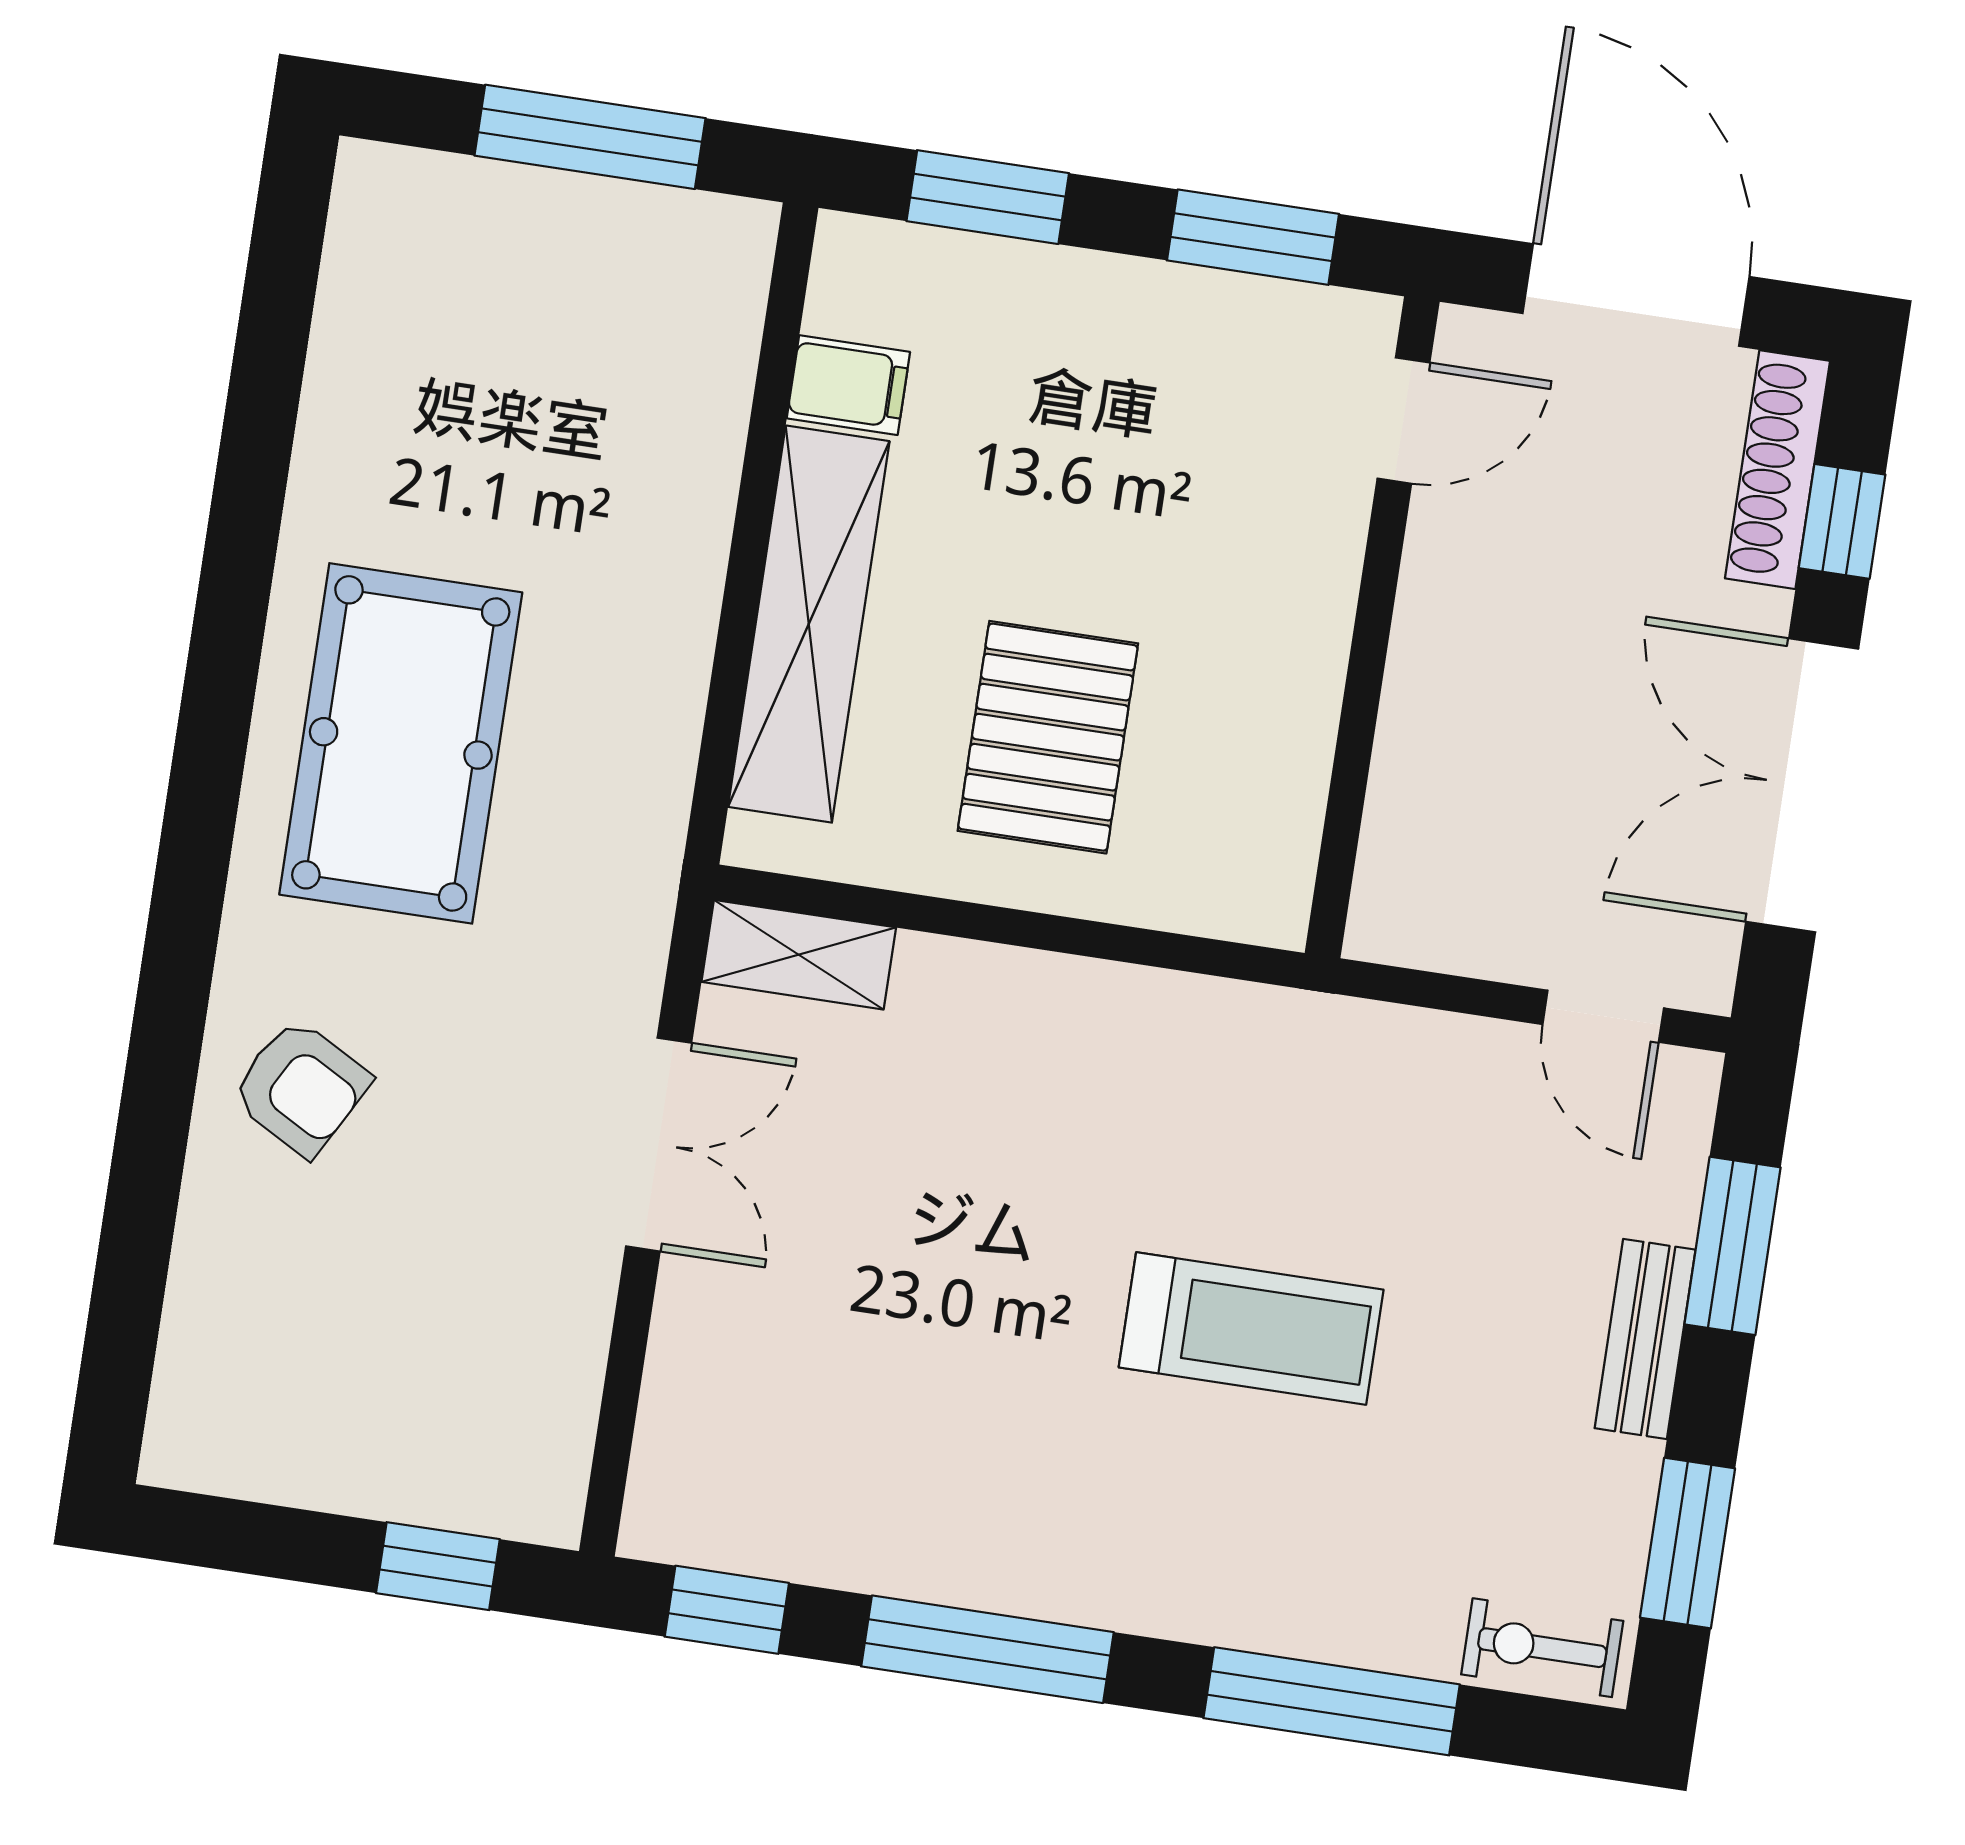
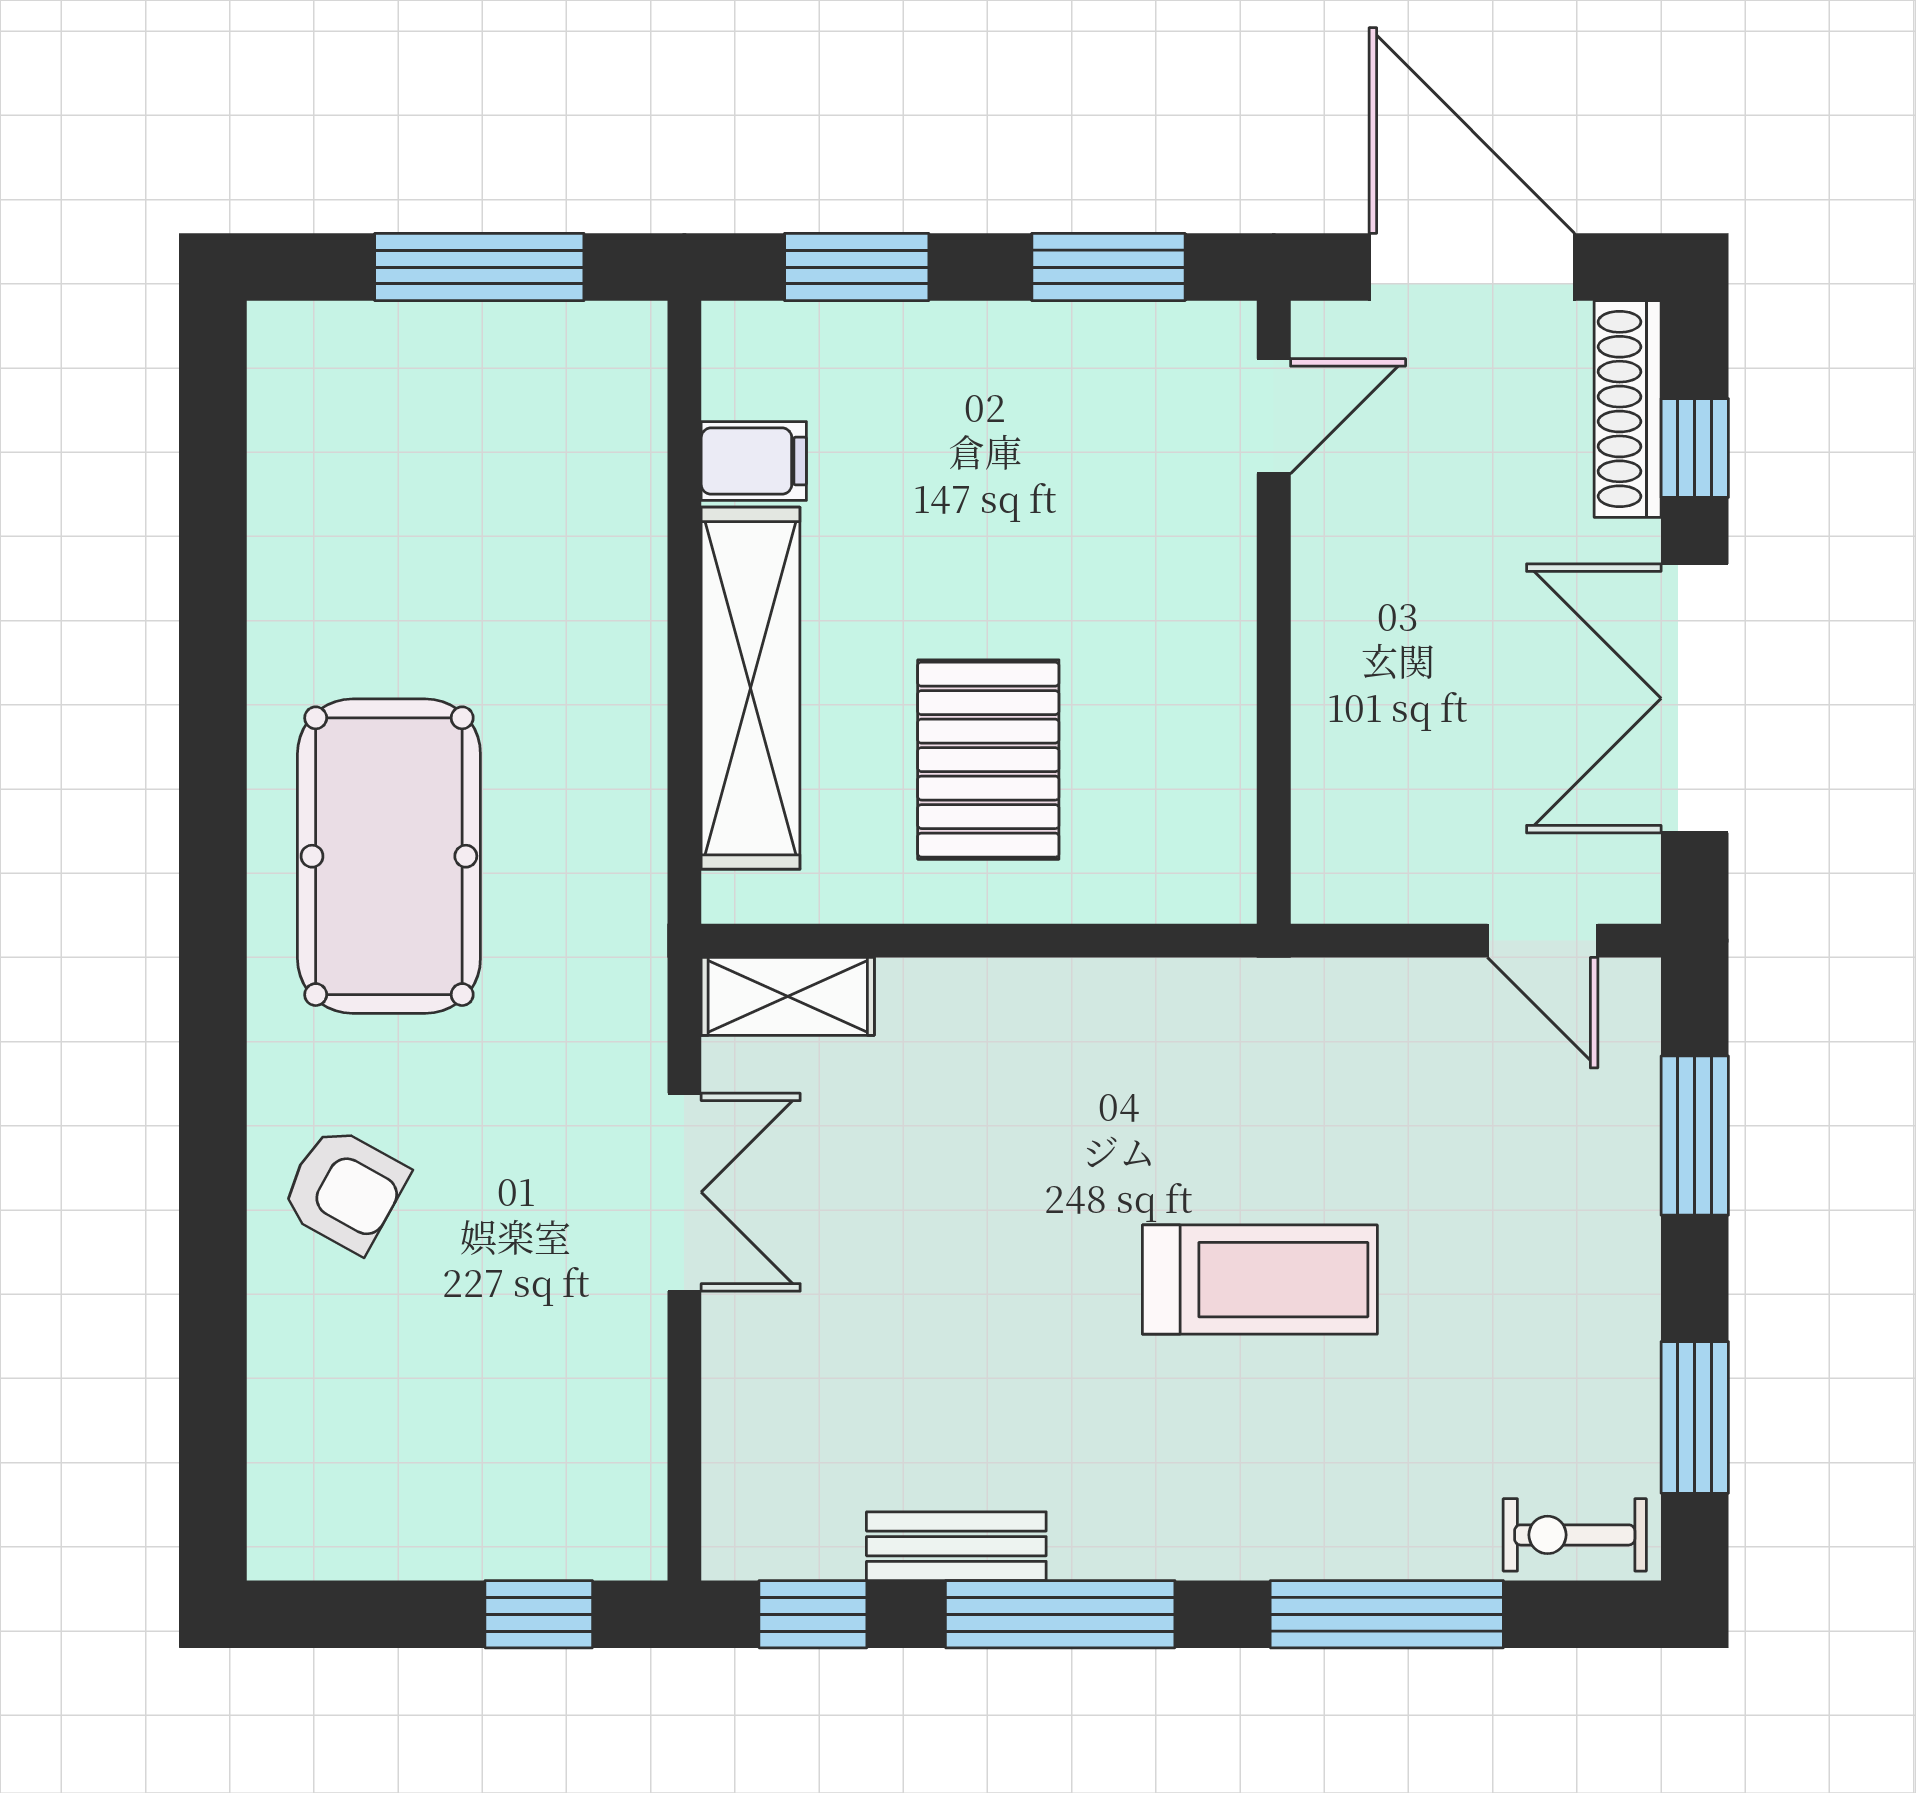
bench: (1645, 1339) -> (956, 1546), moved, turned 90

